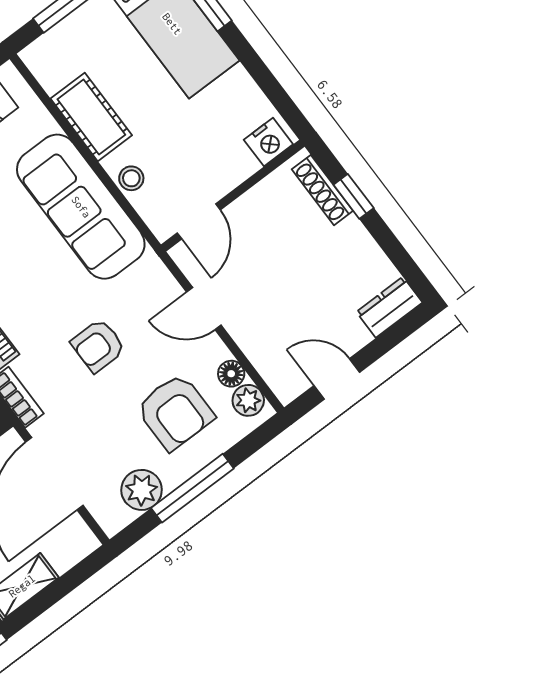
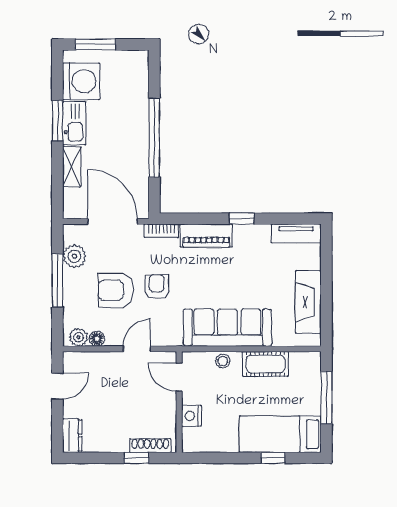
nightstand: (268, 142) -> (191, 416), moved
armchair: (175, 412) -> (116, 290), moved

